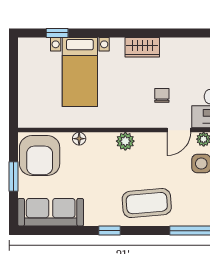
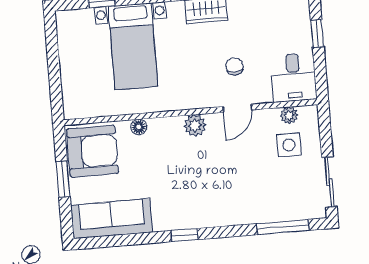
door: (179, 130) -> (237, 108), moved
armchair: (40, 156) -> (93, 151), turned -90
coffee table: (147, 203) -> (227, 198), removed

